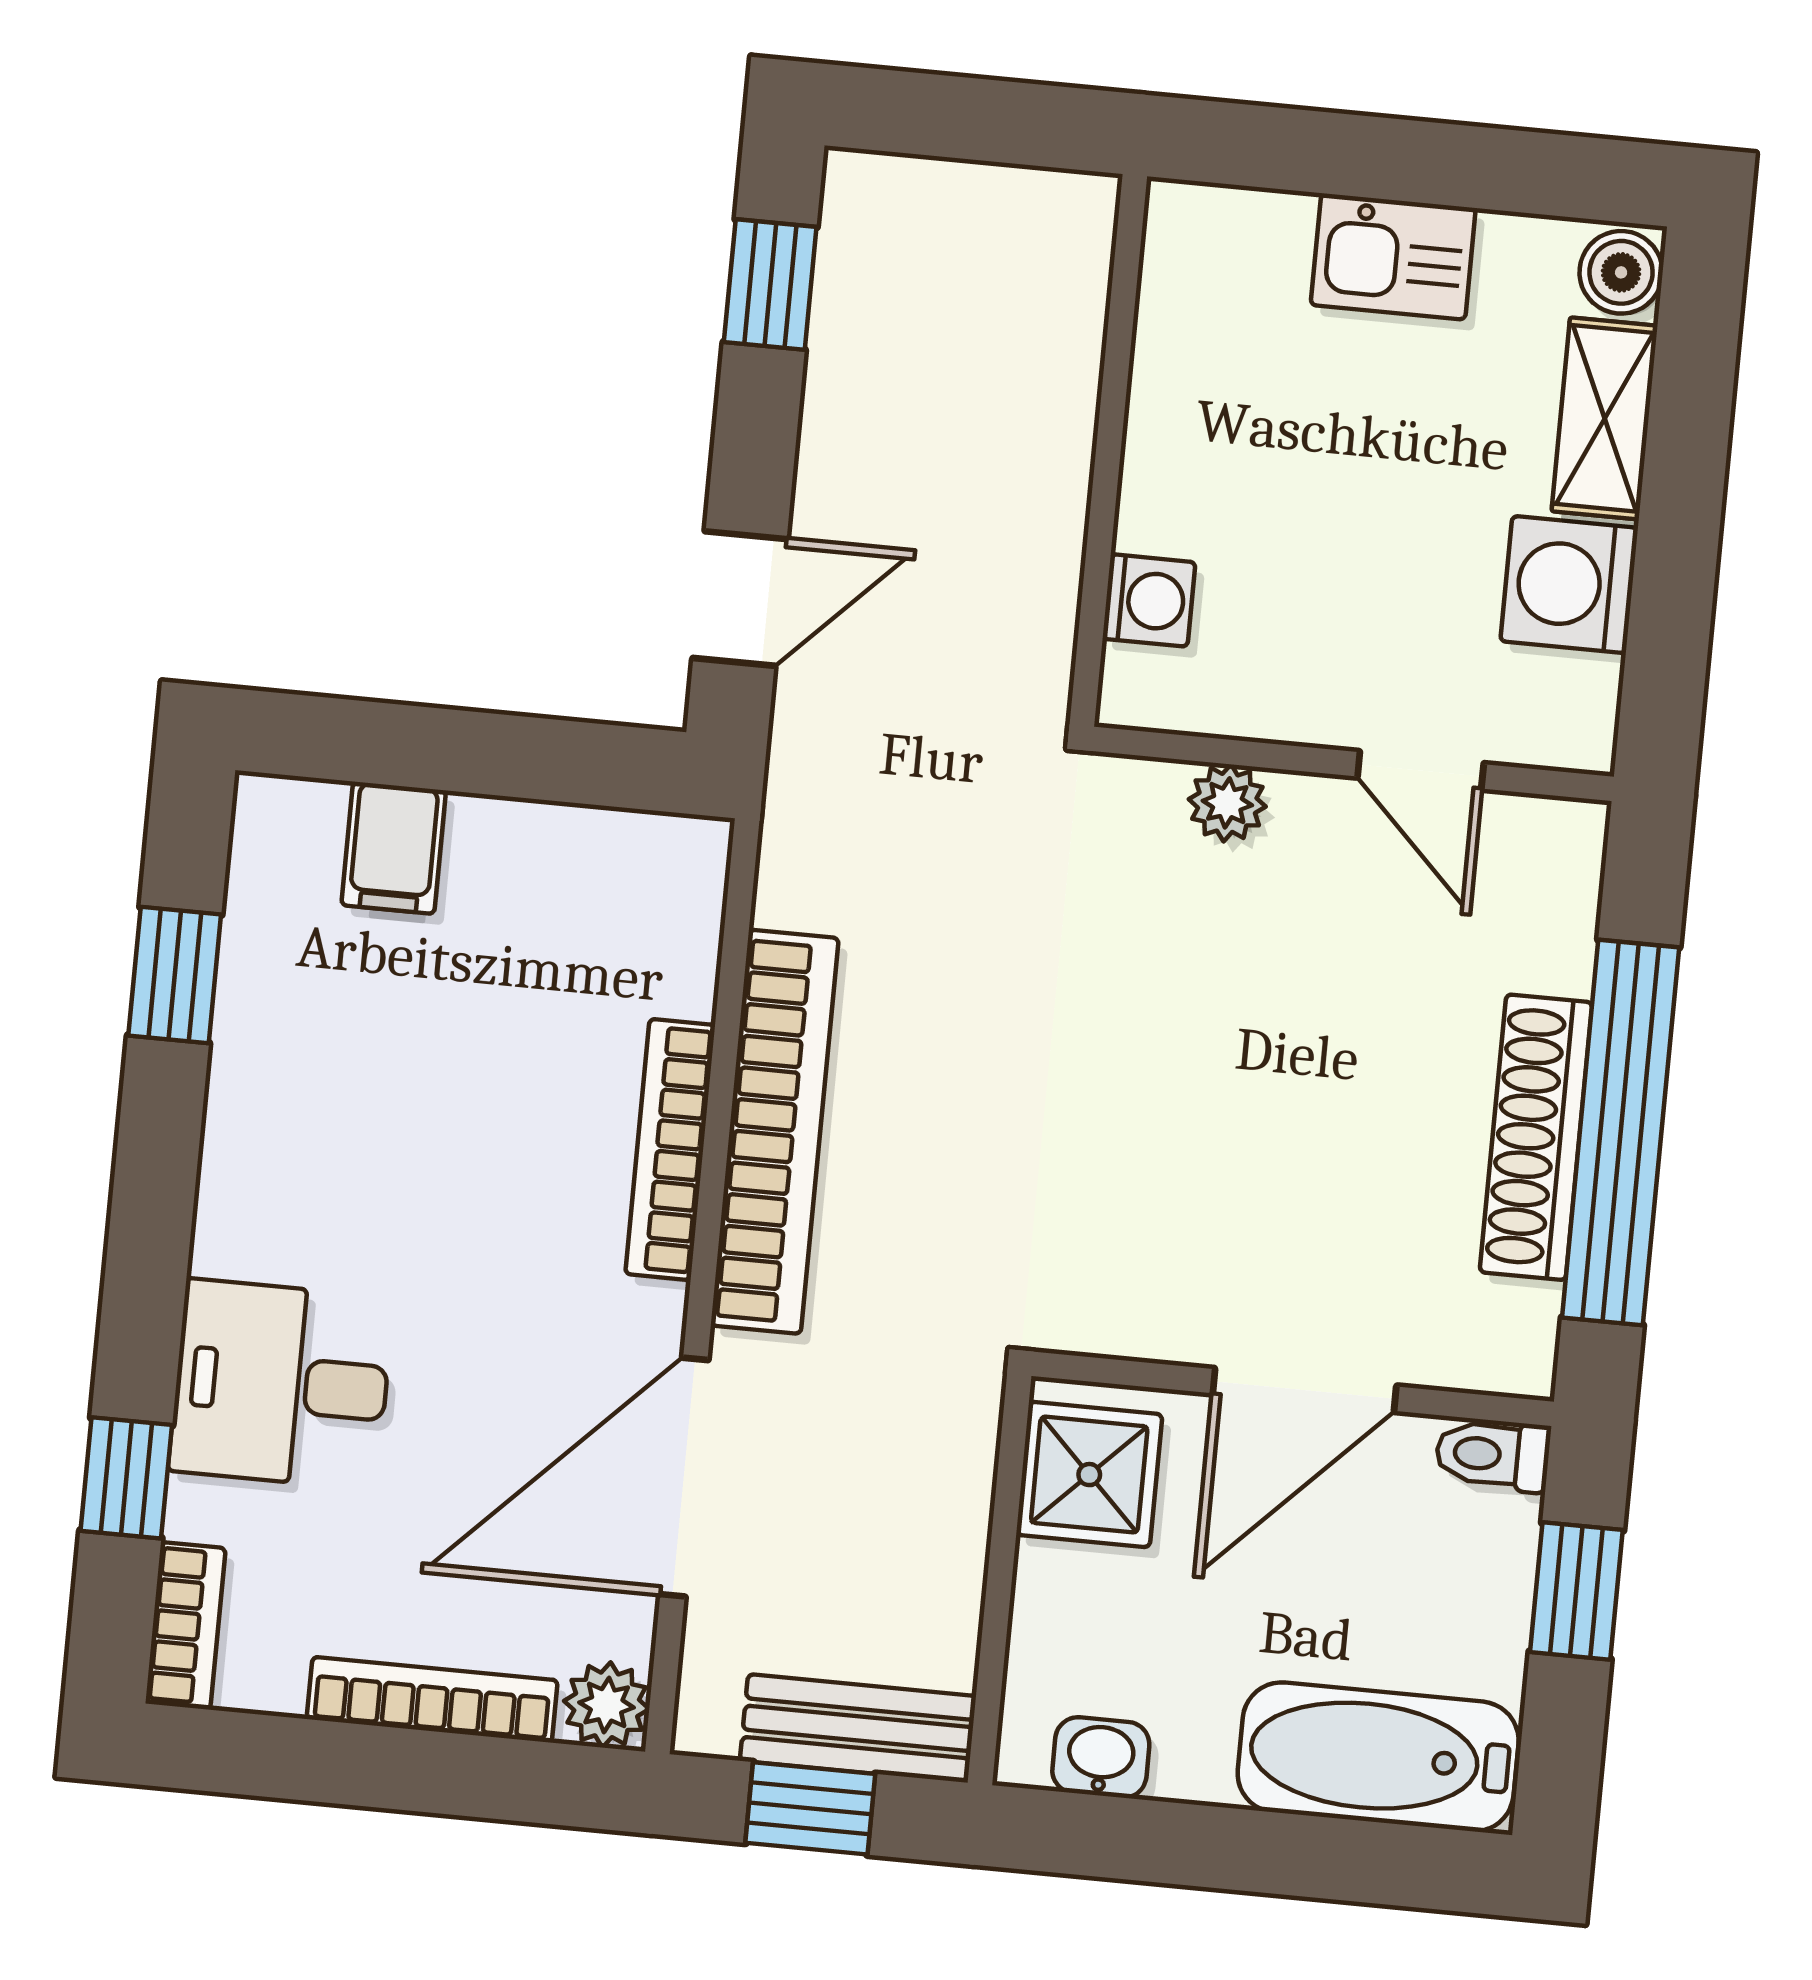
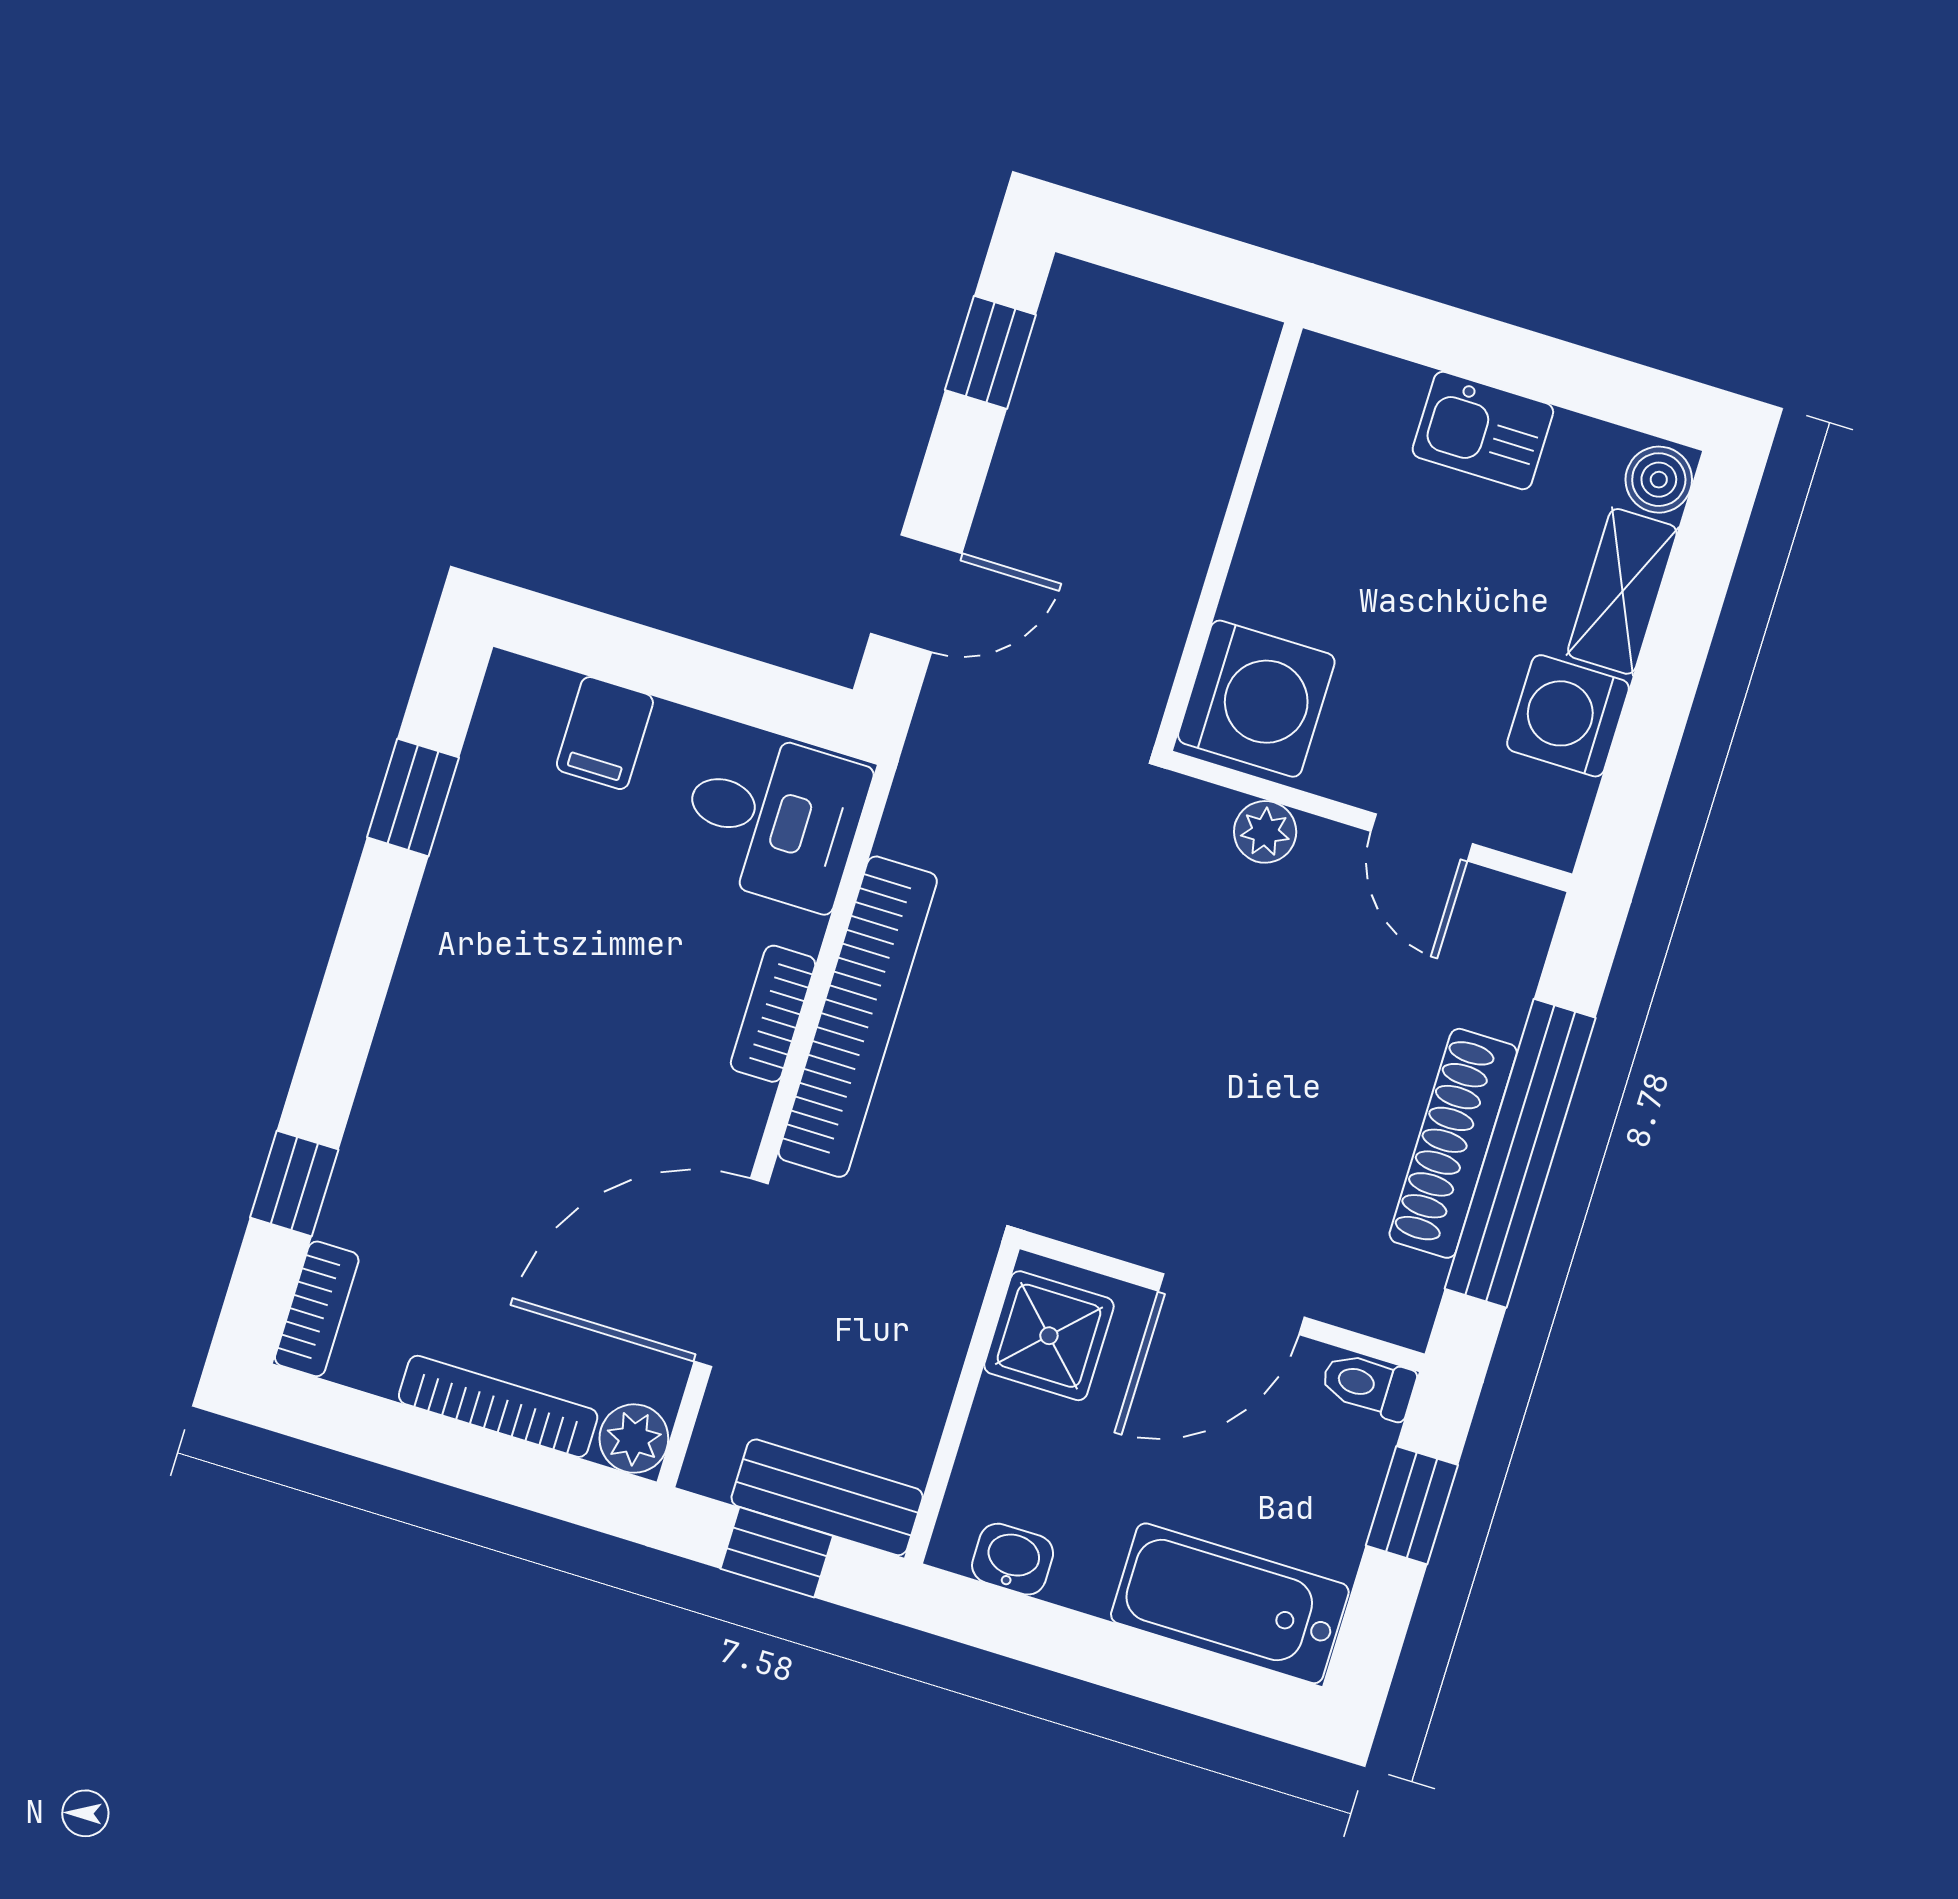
washing machine: (1149, 600) -> (1256, 699), width x1.89, depth x1.89
bookcase: (670, 1149) -> (773, 1014), width x0.64
desk: (281, 1384) -> (773, 818), moved, turned 180

